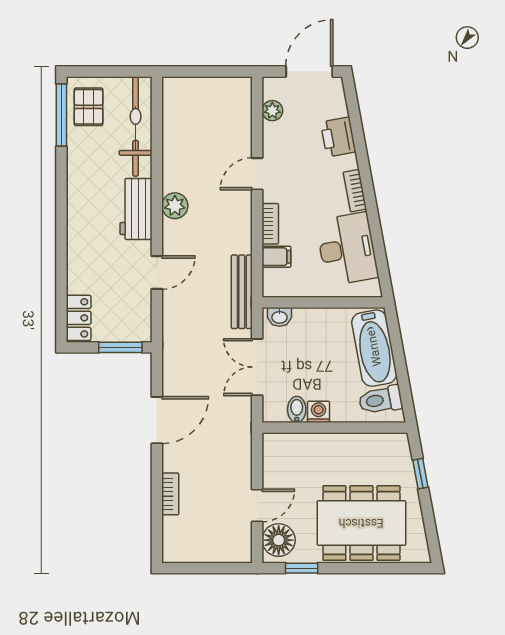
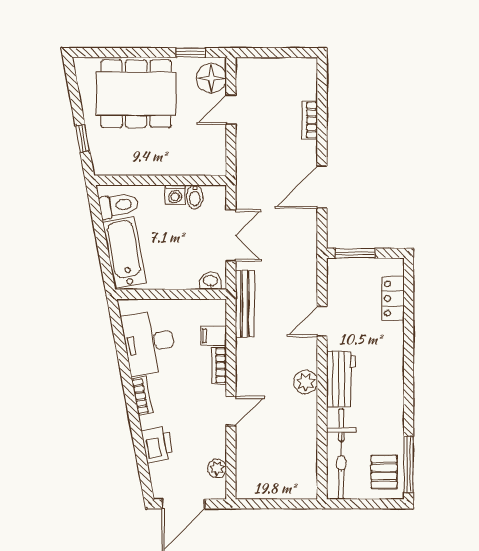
locker: (79, 318) -> (393, 299), moved

